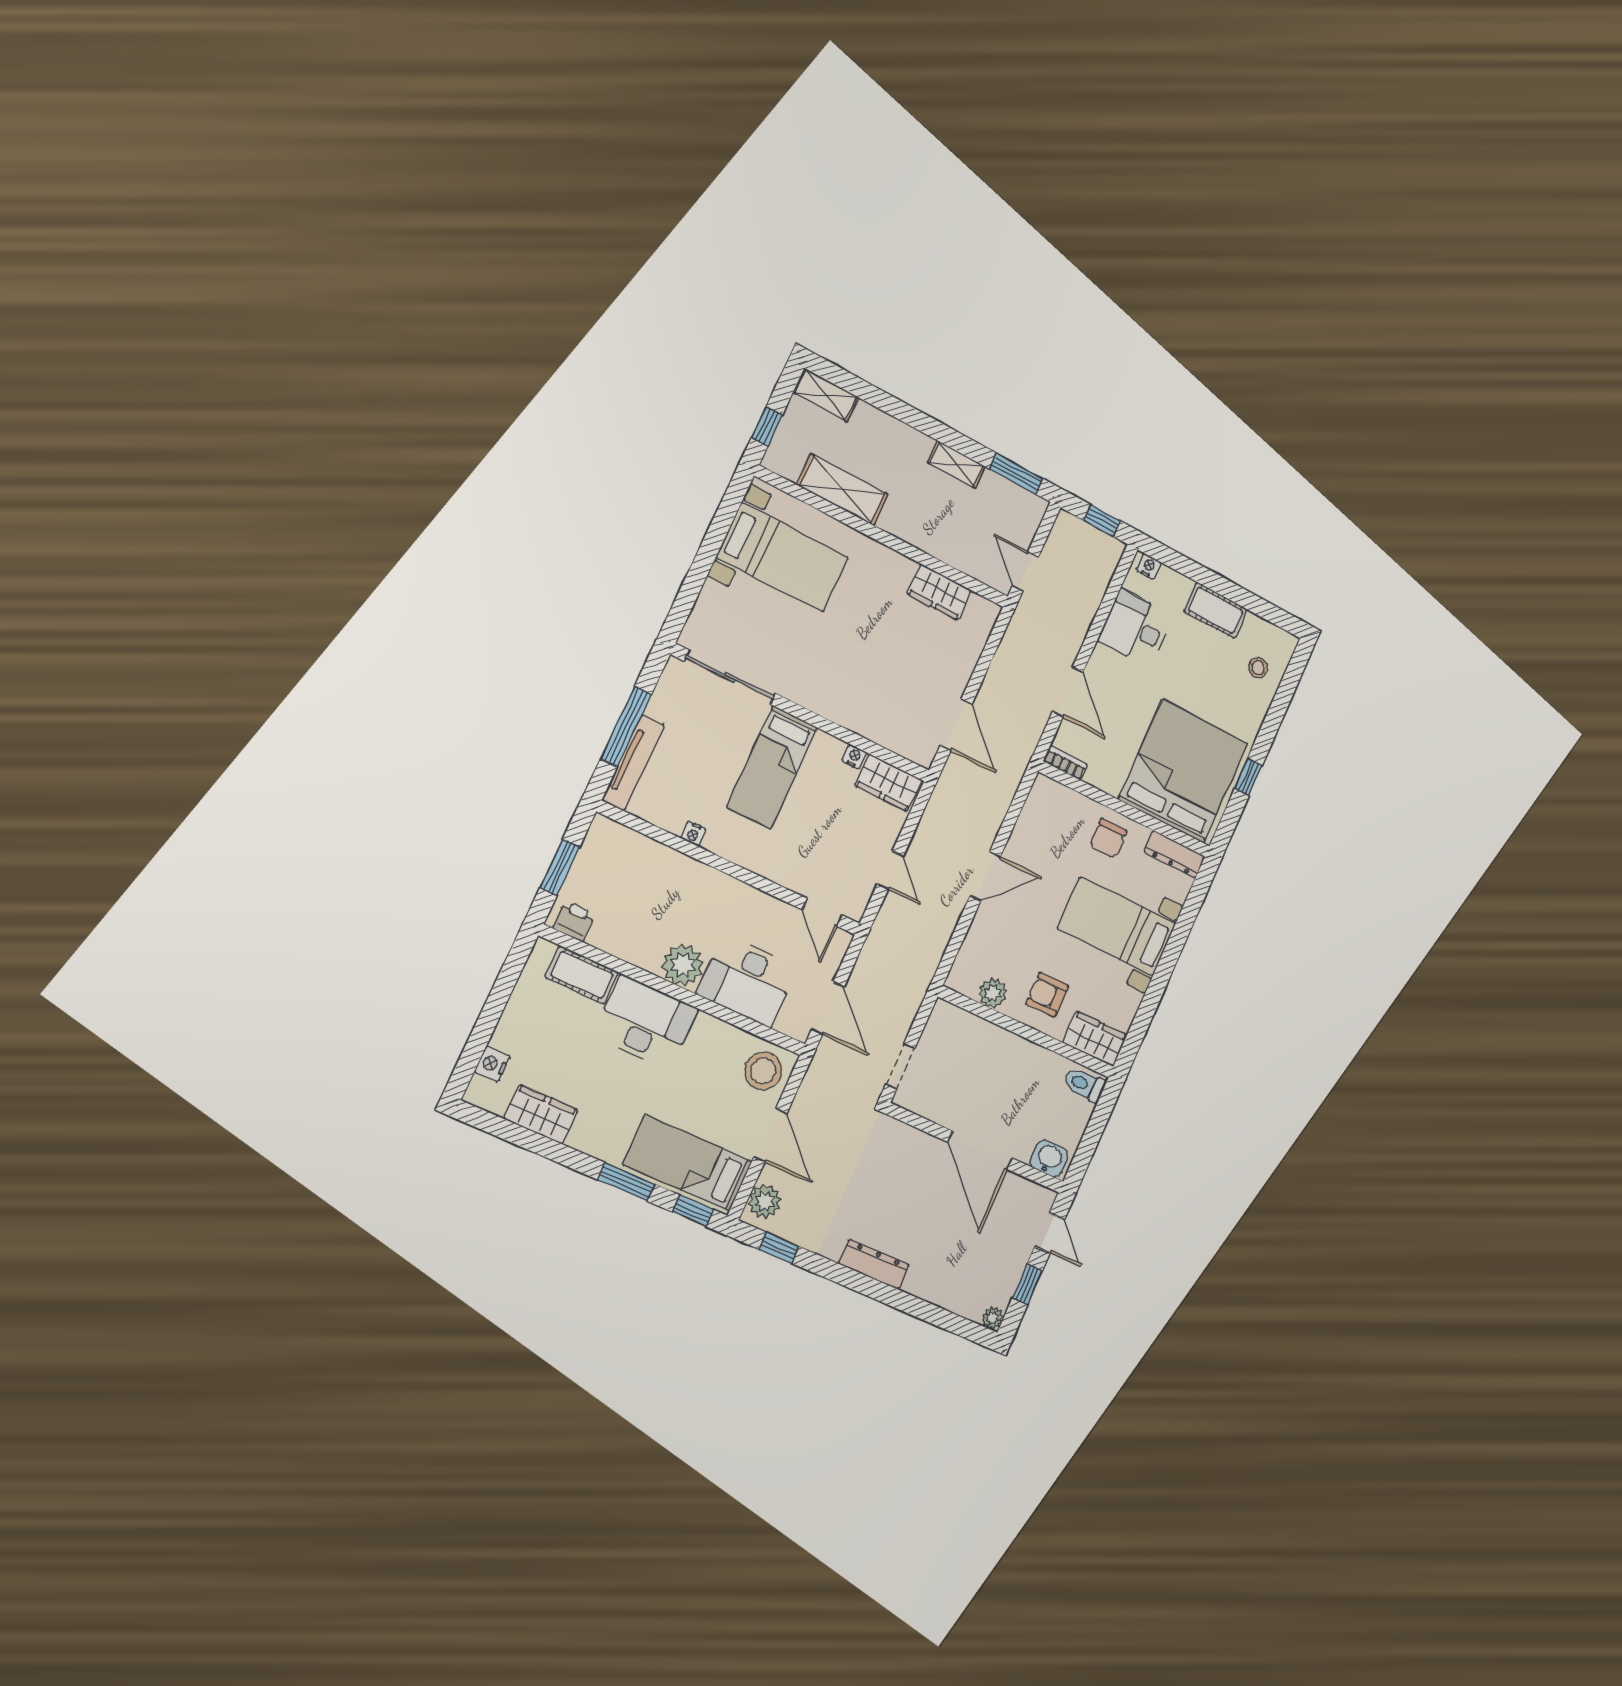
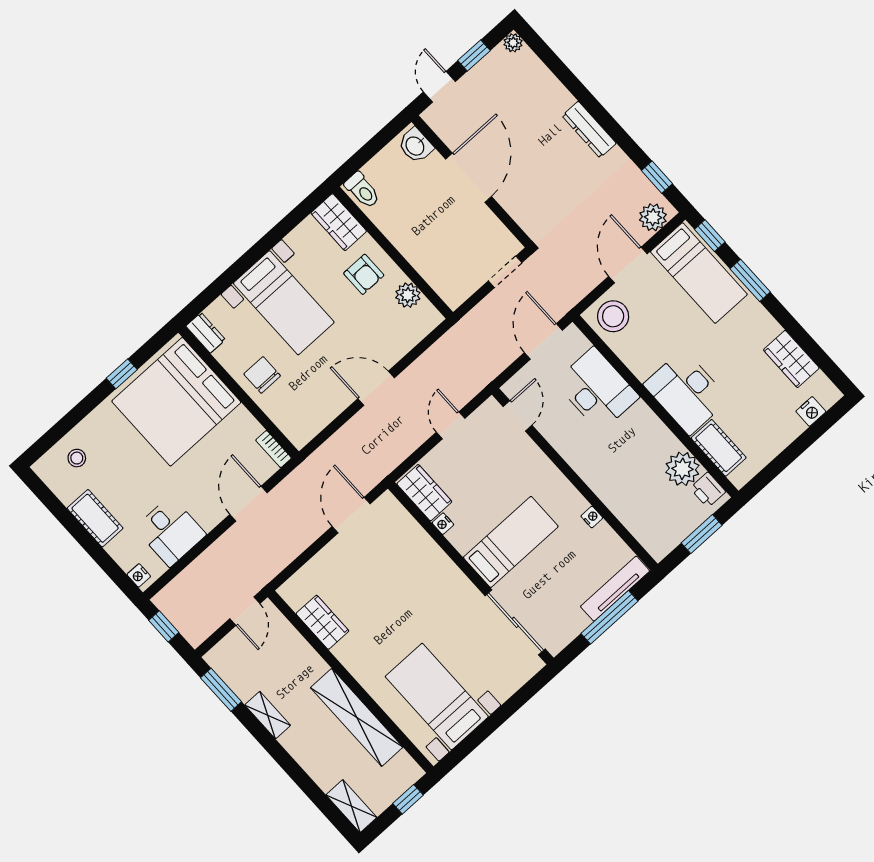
shelving: (842, 490) -> (357, 717), width x1.47
chair: (1108, 838) -> (262, 375), turned -90
dresser: (1175, 854) -> (206, 333), width x0.70
plant: (683, 965) -> (682, 469), moved

